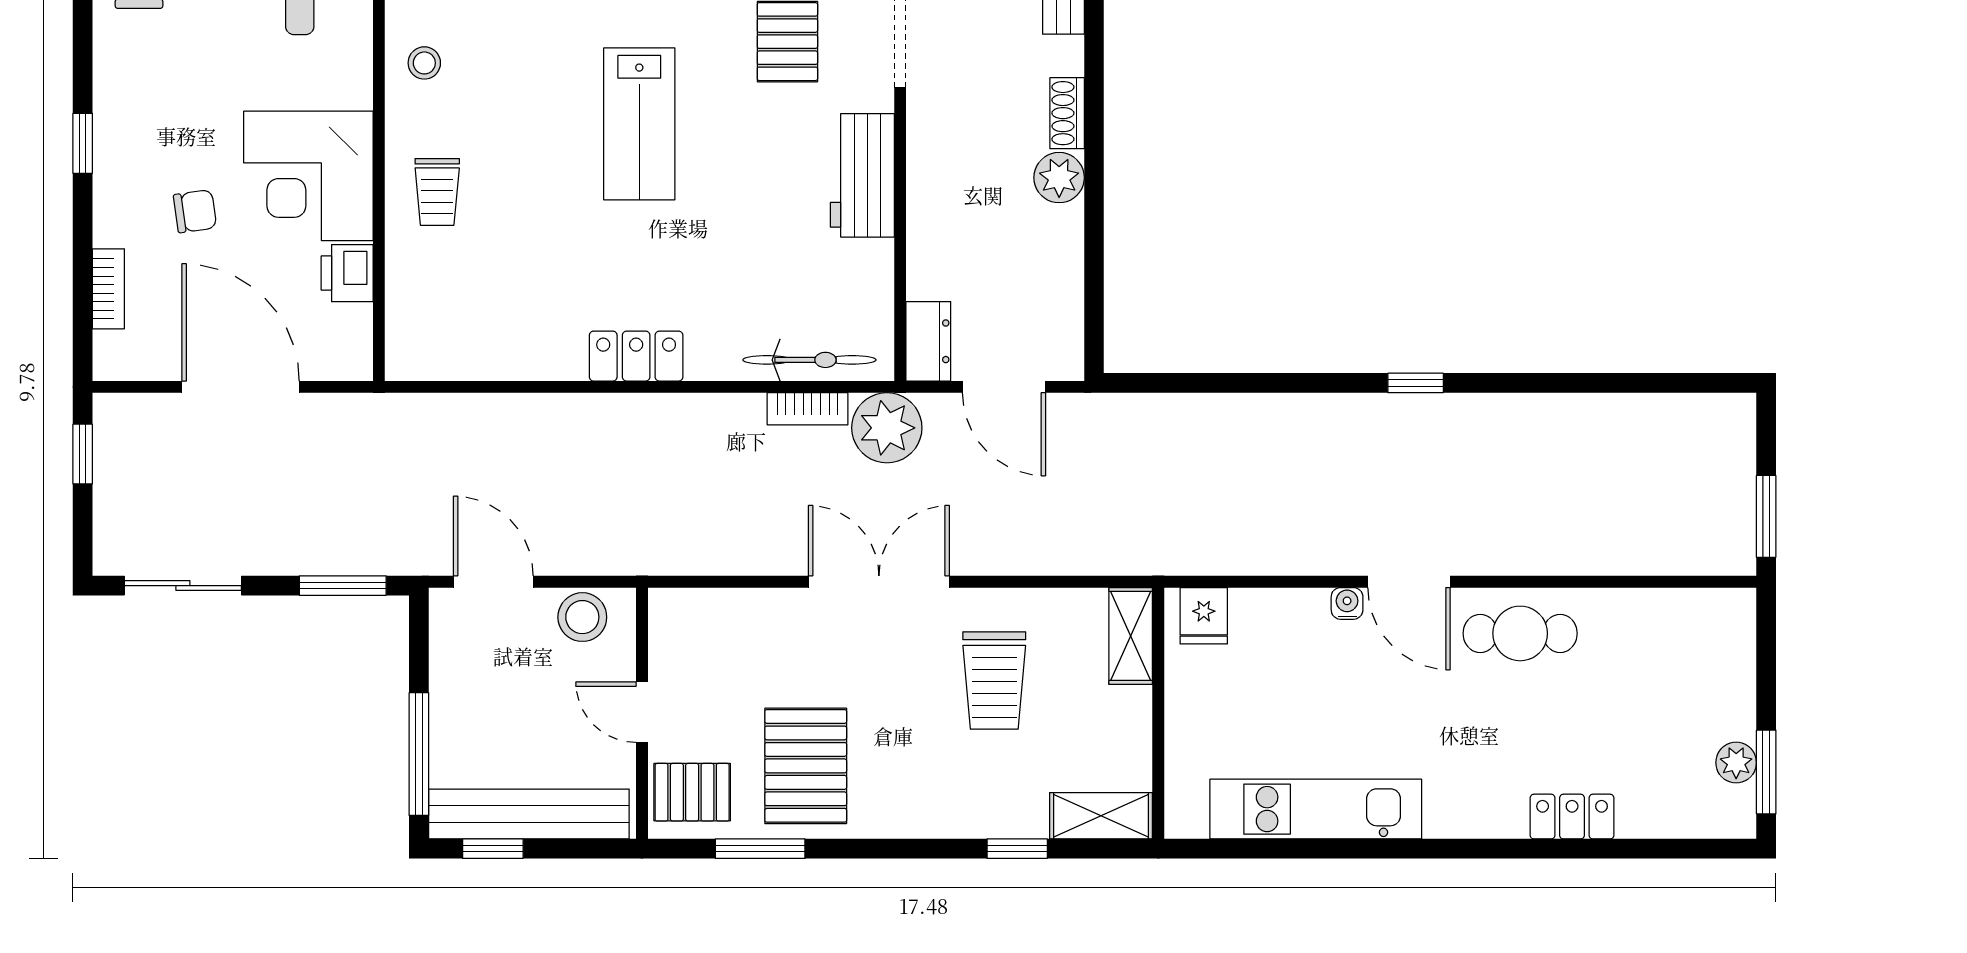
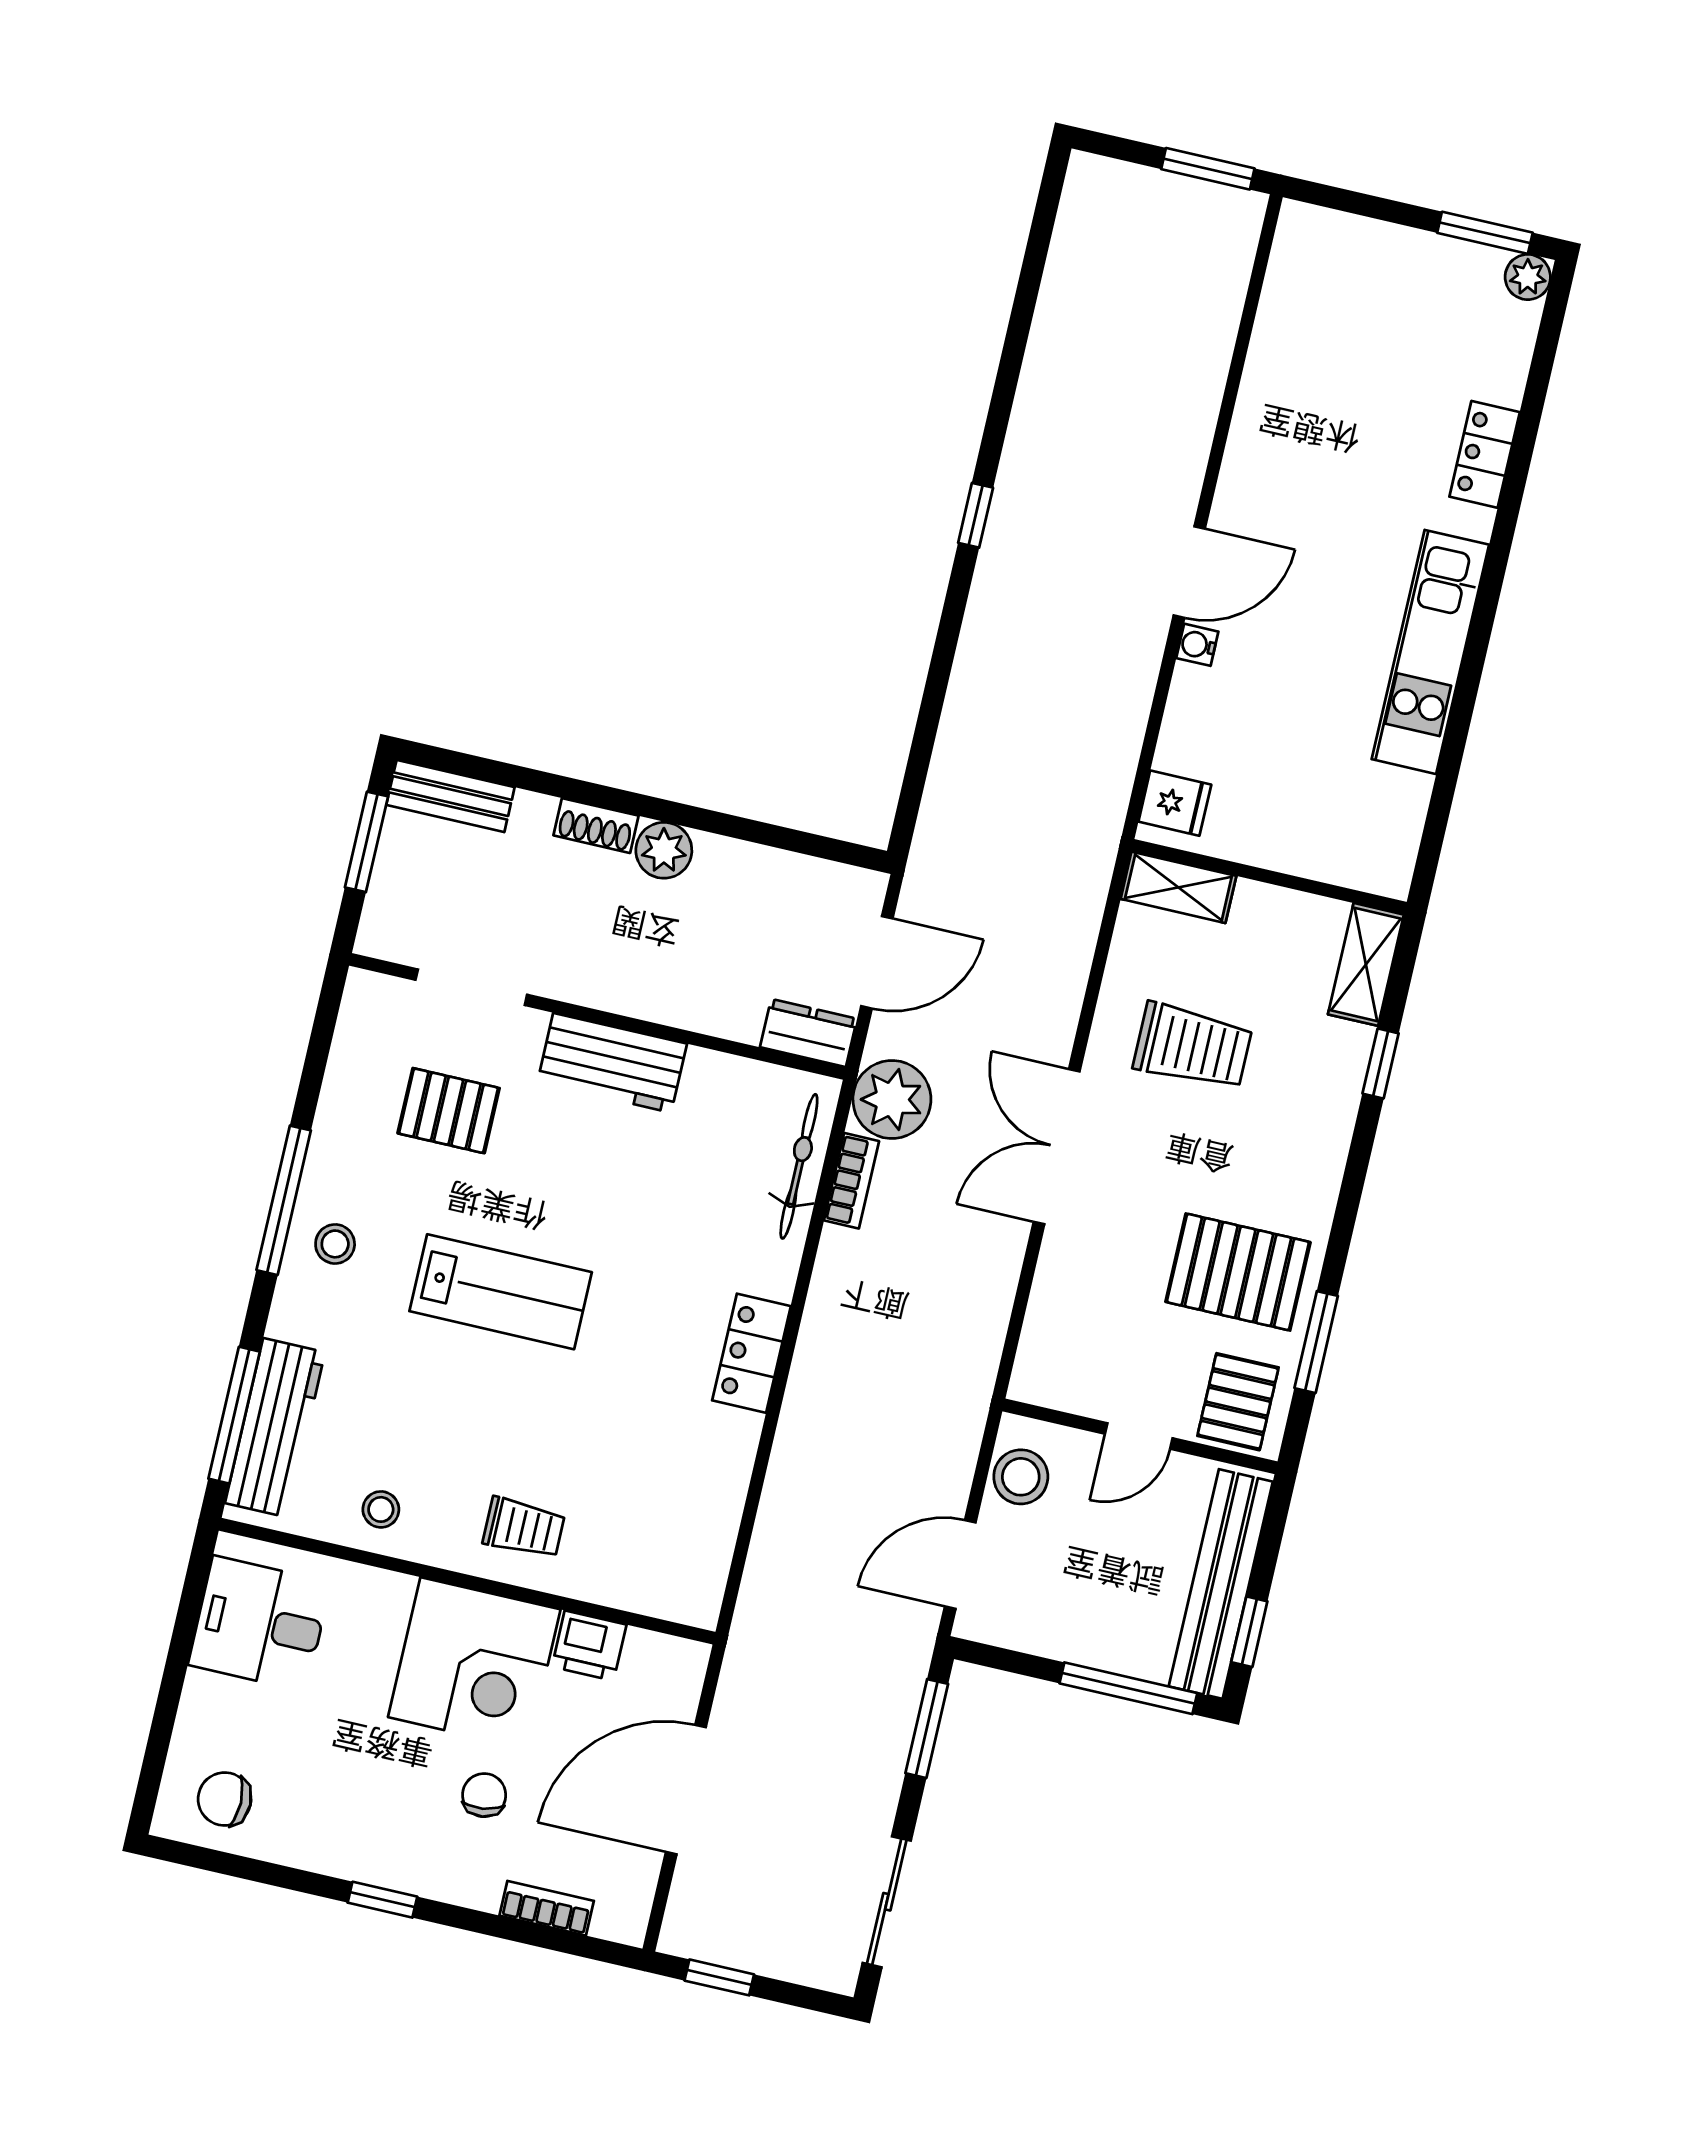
cafe table: (1520, 633) -> (1273, 465), removed
plant: (1736, 763) -> (1528, 277), moved
kitchen unit: (1316, 809) -> (1430, 652), moved

